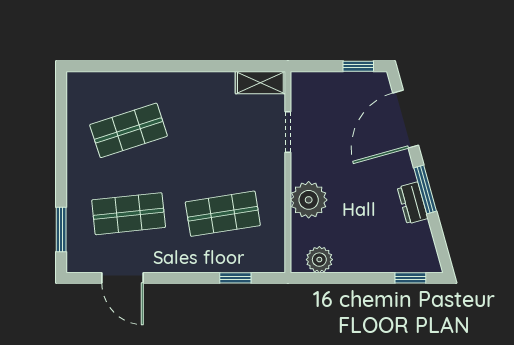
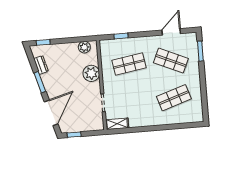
dresser: (413, 203) -> (41, 65), moved
shop shelf: (129, 214) -> (171, 61), turned 30
door: (123, 278) -> (171, 32), hinge flipped

